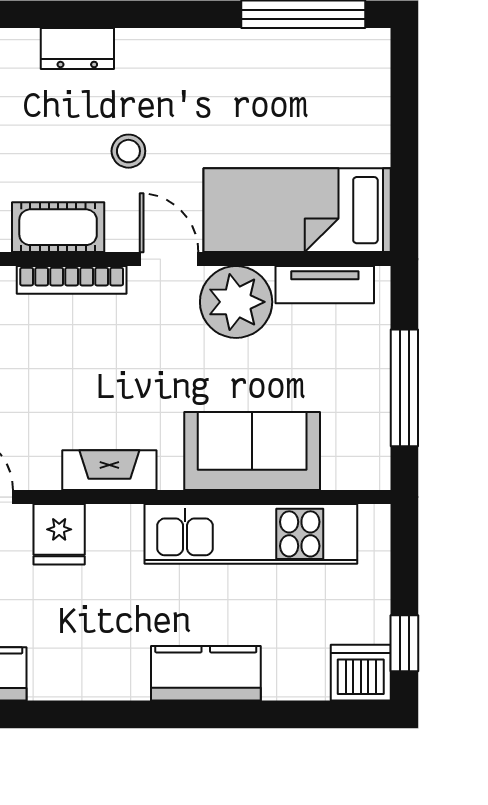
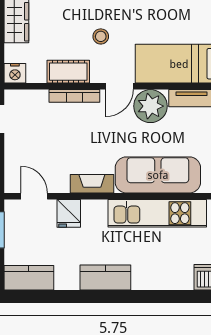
door: (169, 259) -> (119, 86), swing flipped
sofa: (252, 451) -> (158, 175), width x1.36
kitchen counter: (206, 673) -> (105, 278), moved

